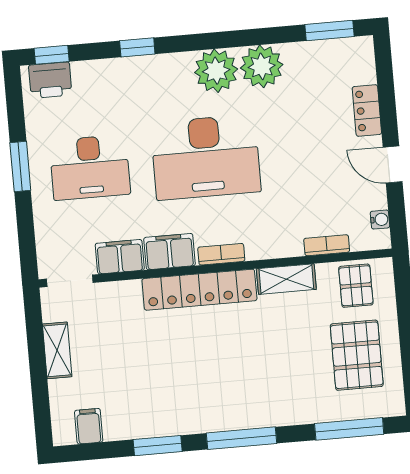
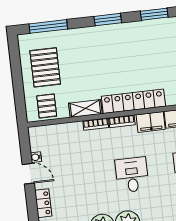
desk: (206, 157) -> (132, 175), width x0.53, depth x0.77
water cooler: (380, 220) -> (36, 157), moved
bookcase: (327, 245) -> (96, 124), moved
window: (242, 438) -> (108, 20), width x0.69

